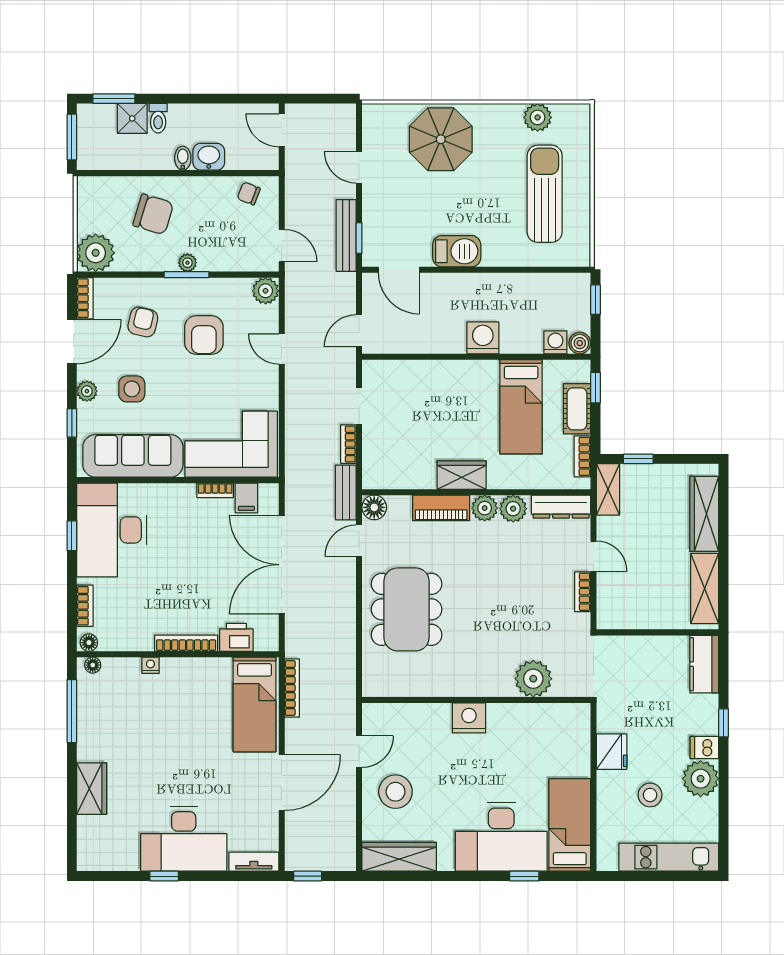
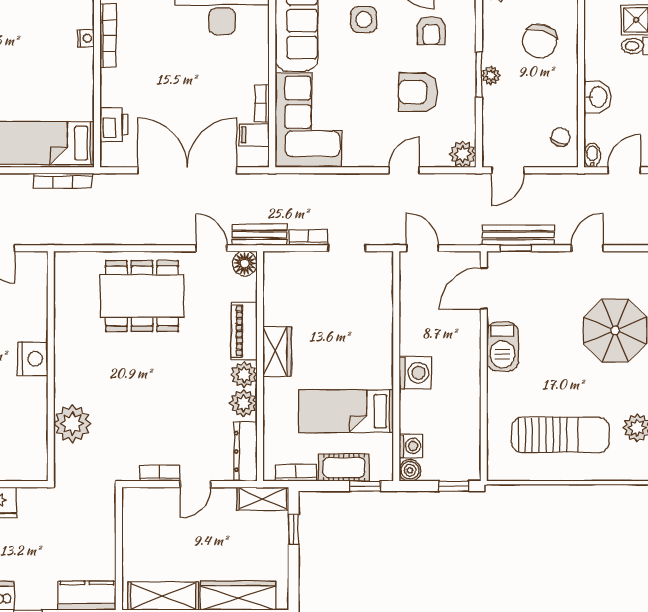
bidet: (183, 158) -> (592, 155), moved, turned -90
armchair: (143, 322) -> (431, 31), turned 77
bookcase: (186, 643) -> (108, 36), moved

